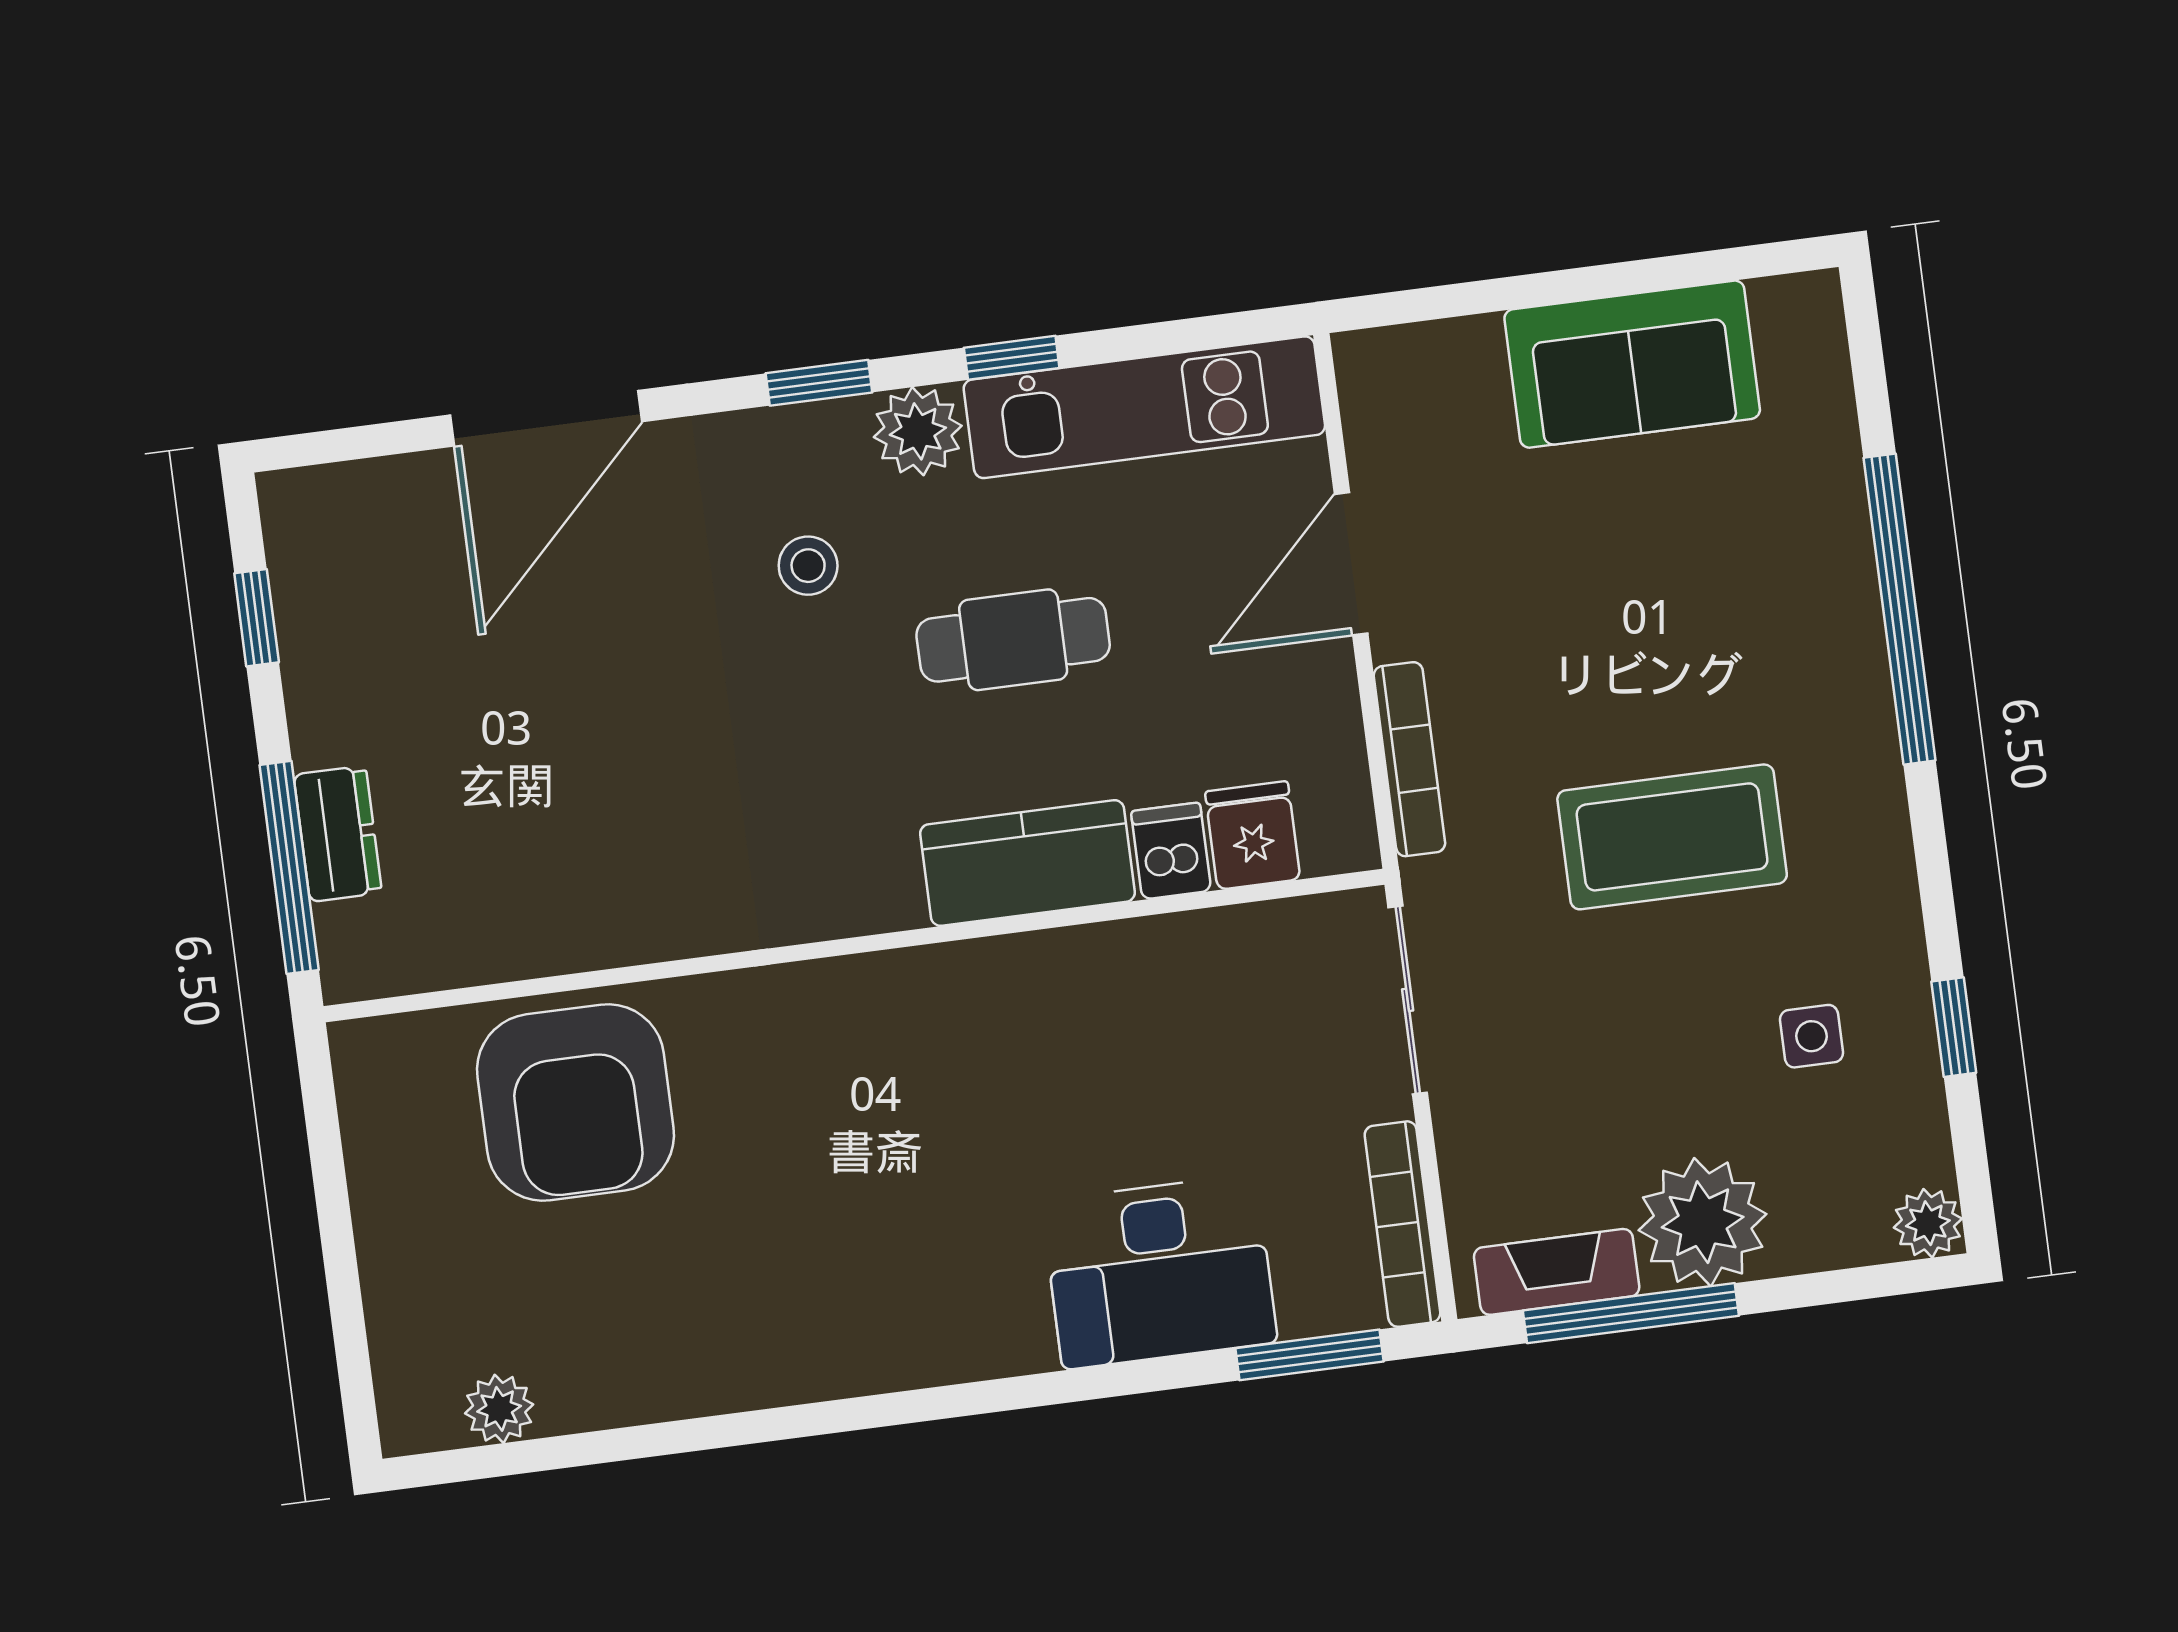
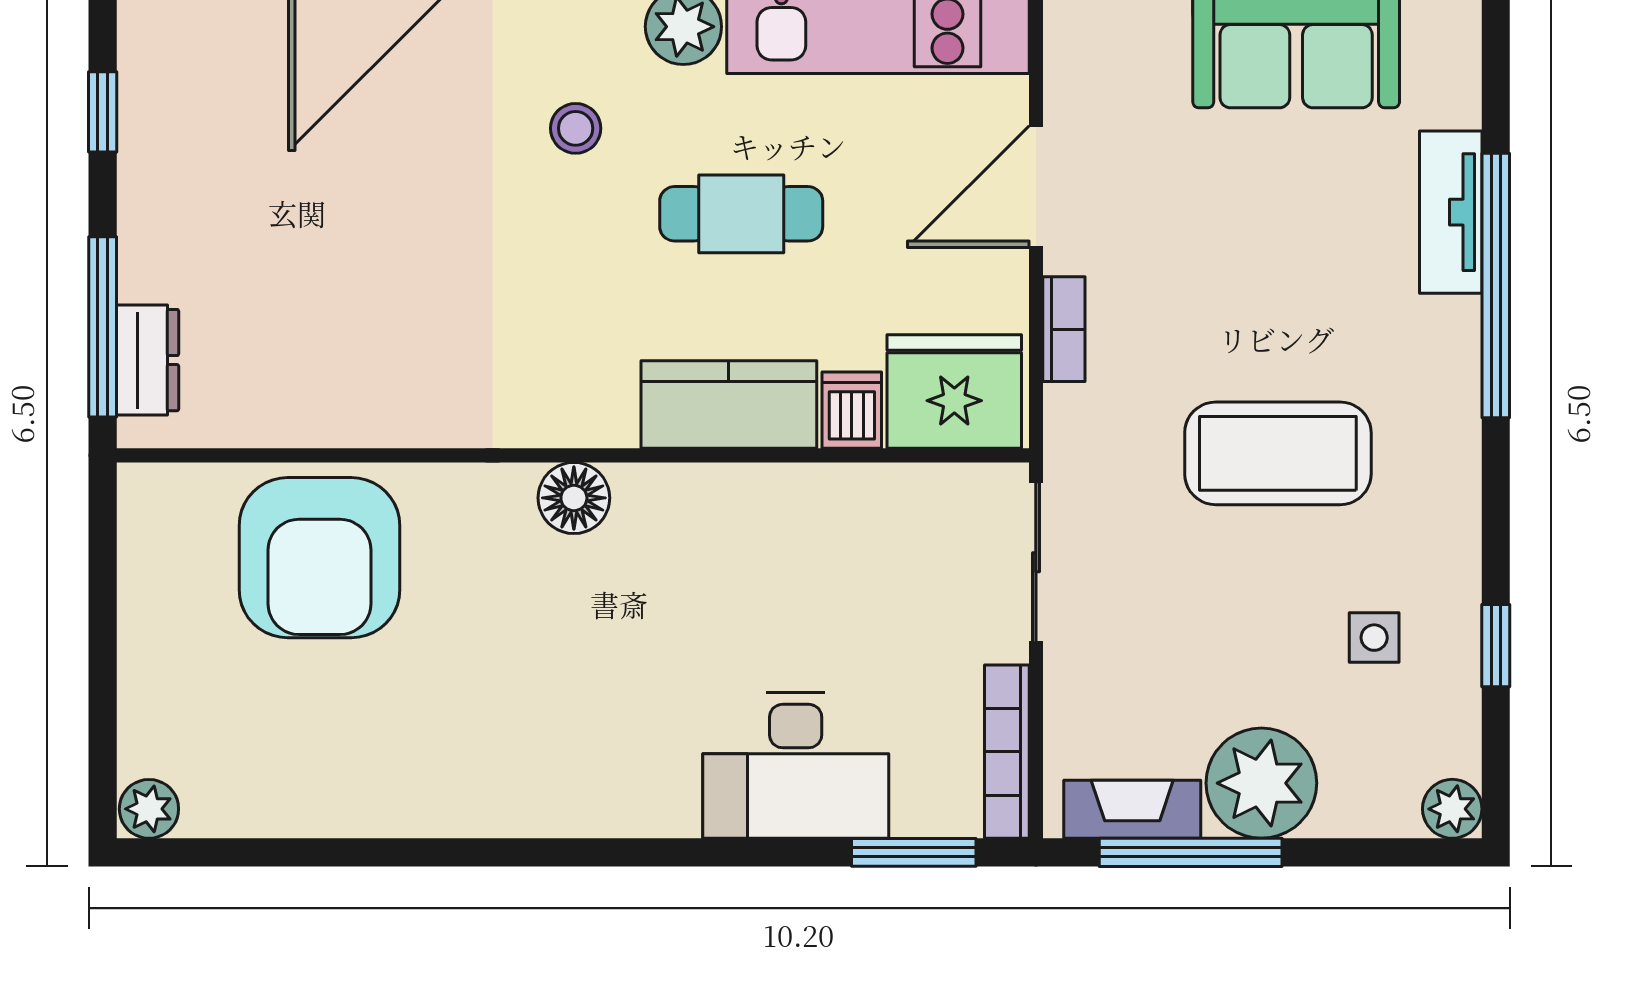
tv unit: (1836, 531) -> (1451, 212), added
bookcase: (1409, 759) -> (1064, 329), width x0.64
dresser: (338, 834) -> (148, 360), moved
fridge: (1253, 835) -> (954, 391), width x1.88, depth x1.34
floor lamp: (862, 995) -> (574, 498), added
plant: (499, 1409) -> (149, 809), moved

